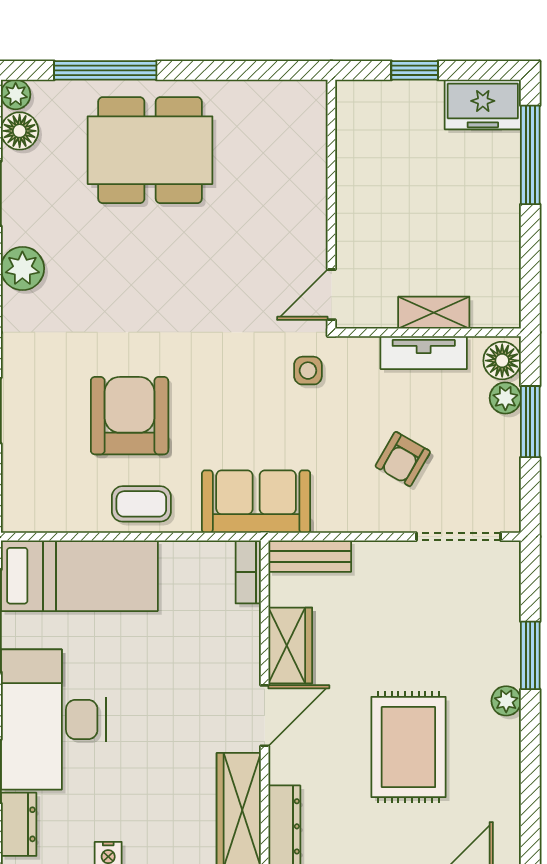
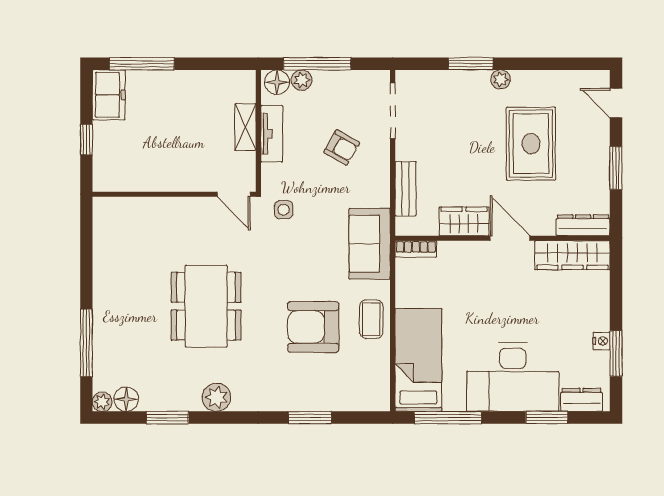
dining table: (150, 150) -> (206, 306), moved
window: (530, 422) -> (317, 64), width x1.44
bench: (310, 556) -> (405, 189), moved
rug: (408, 747) -> (531, 144), turned 90

